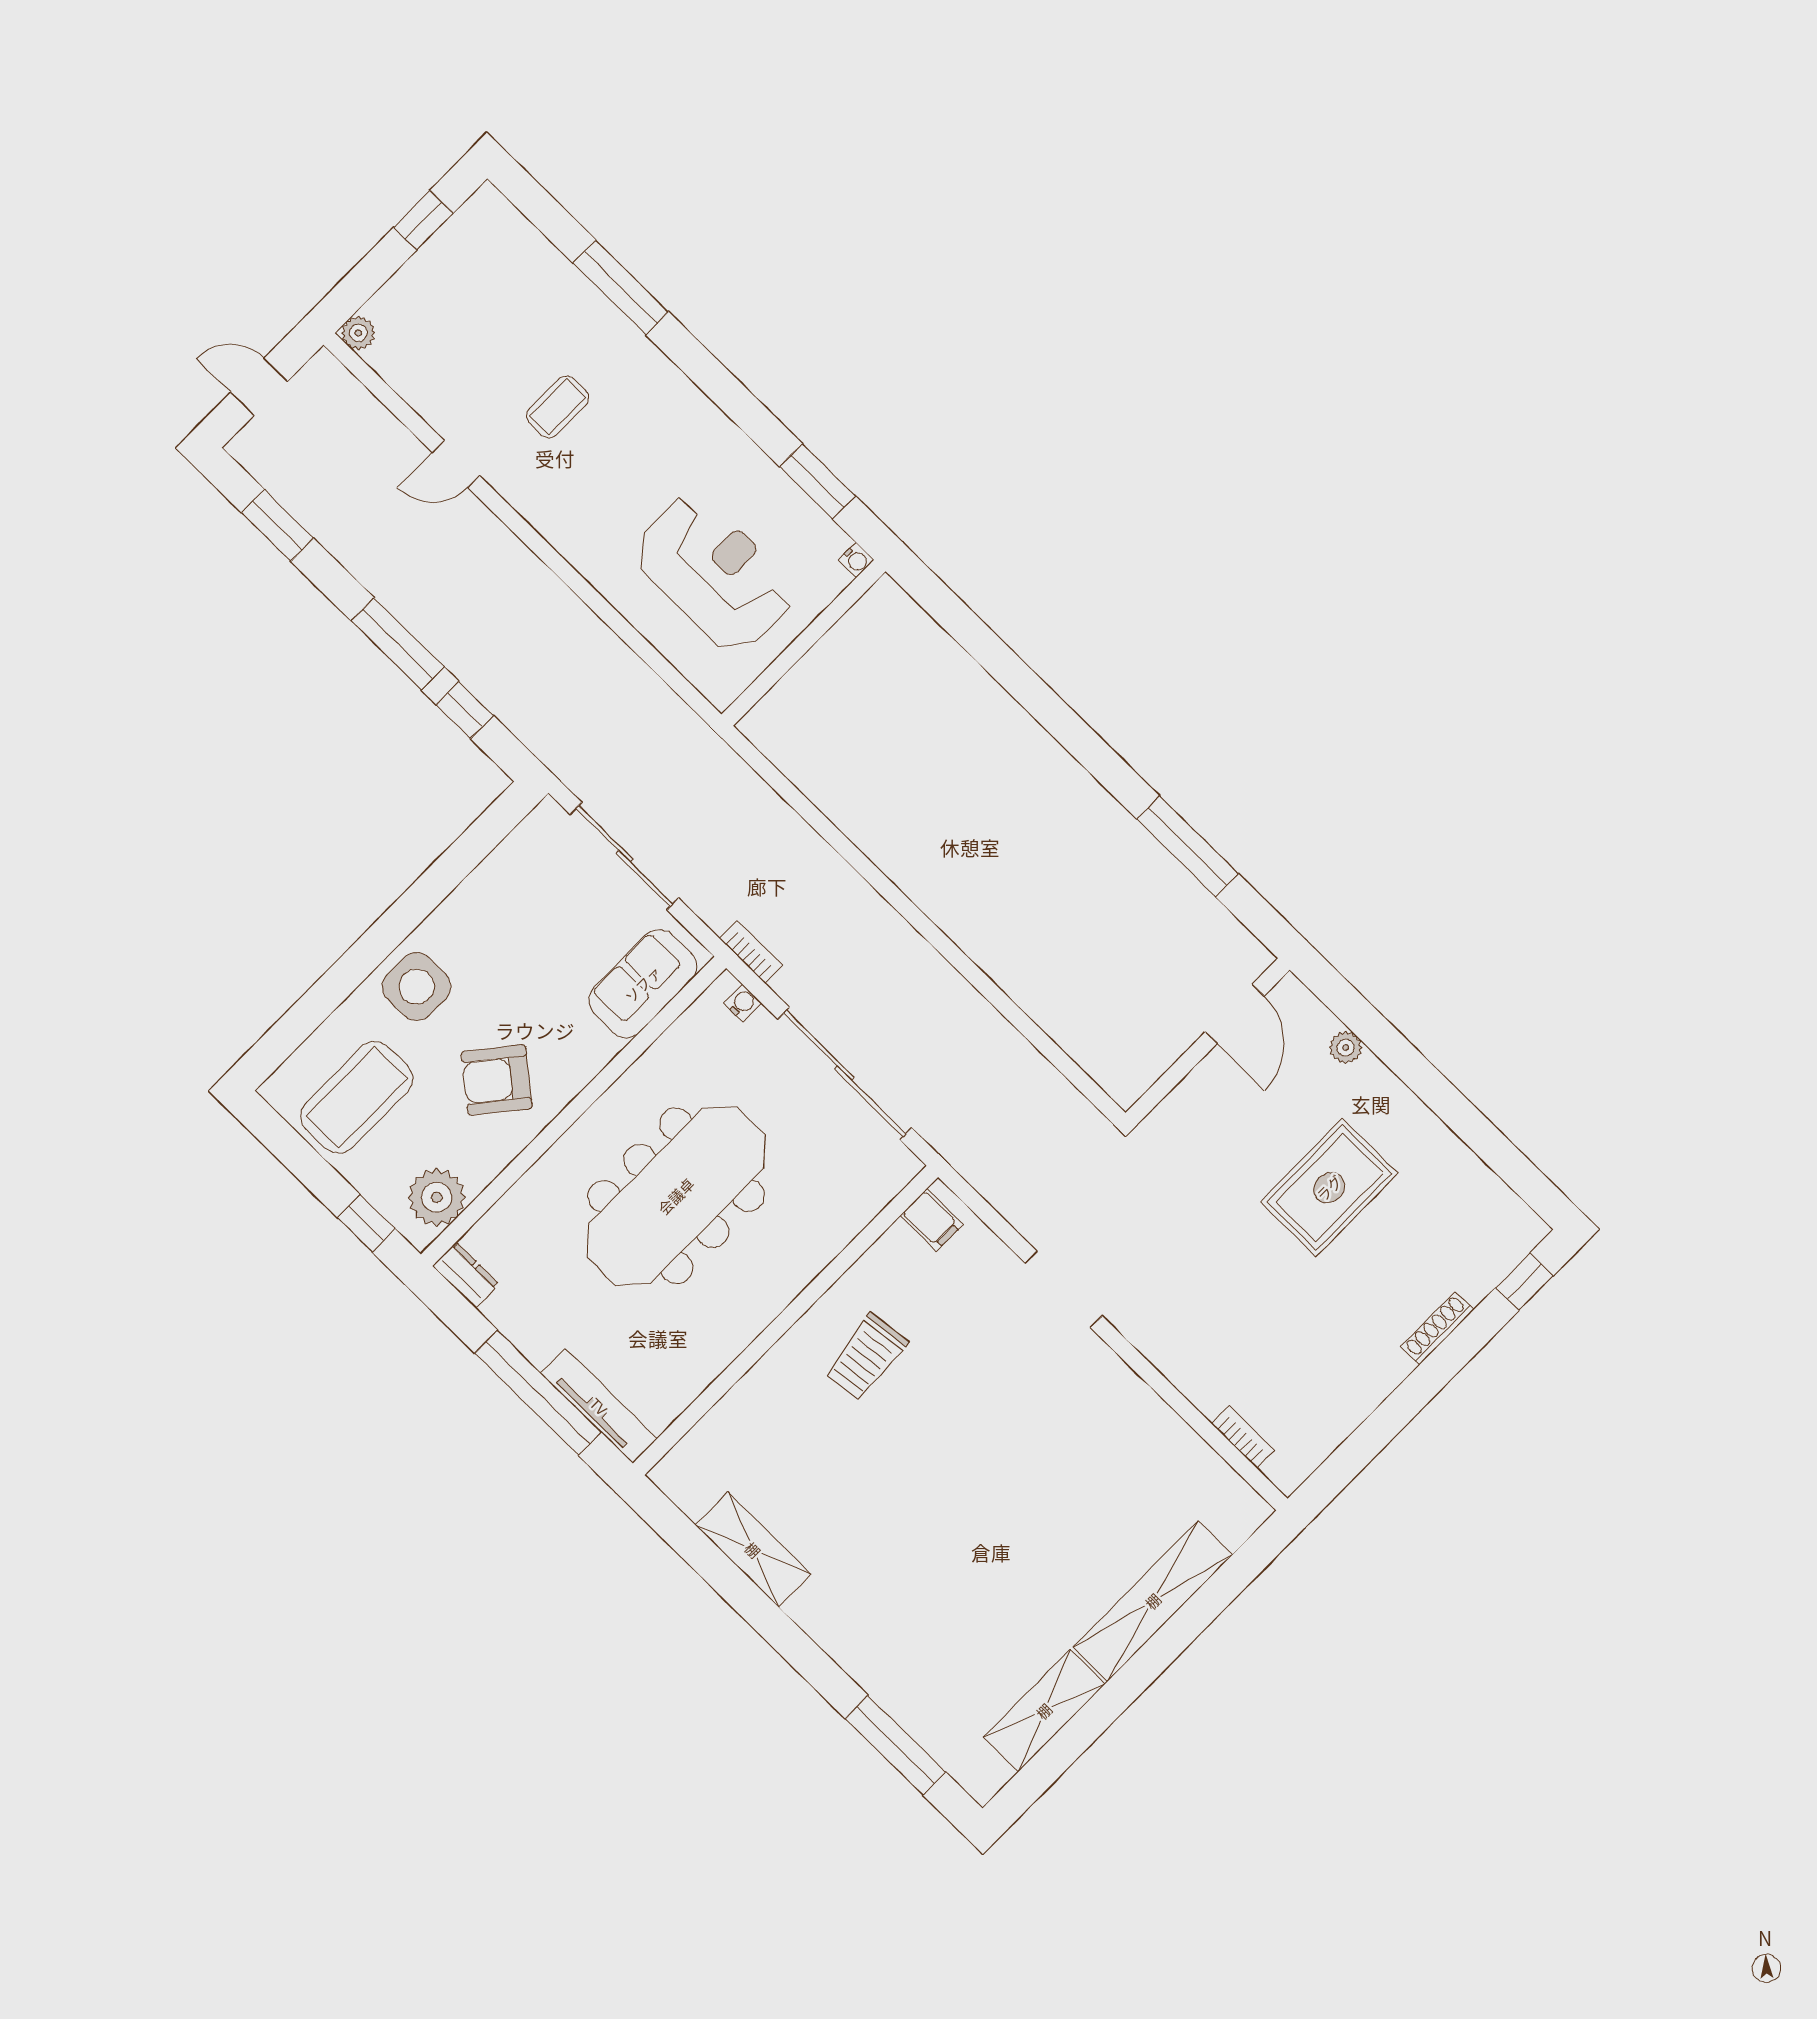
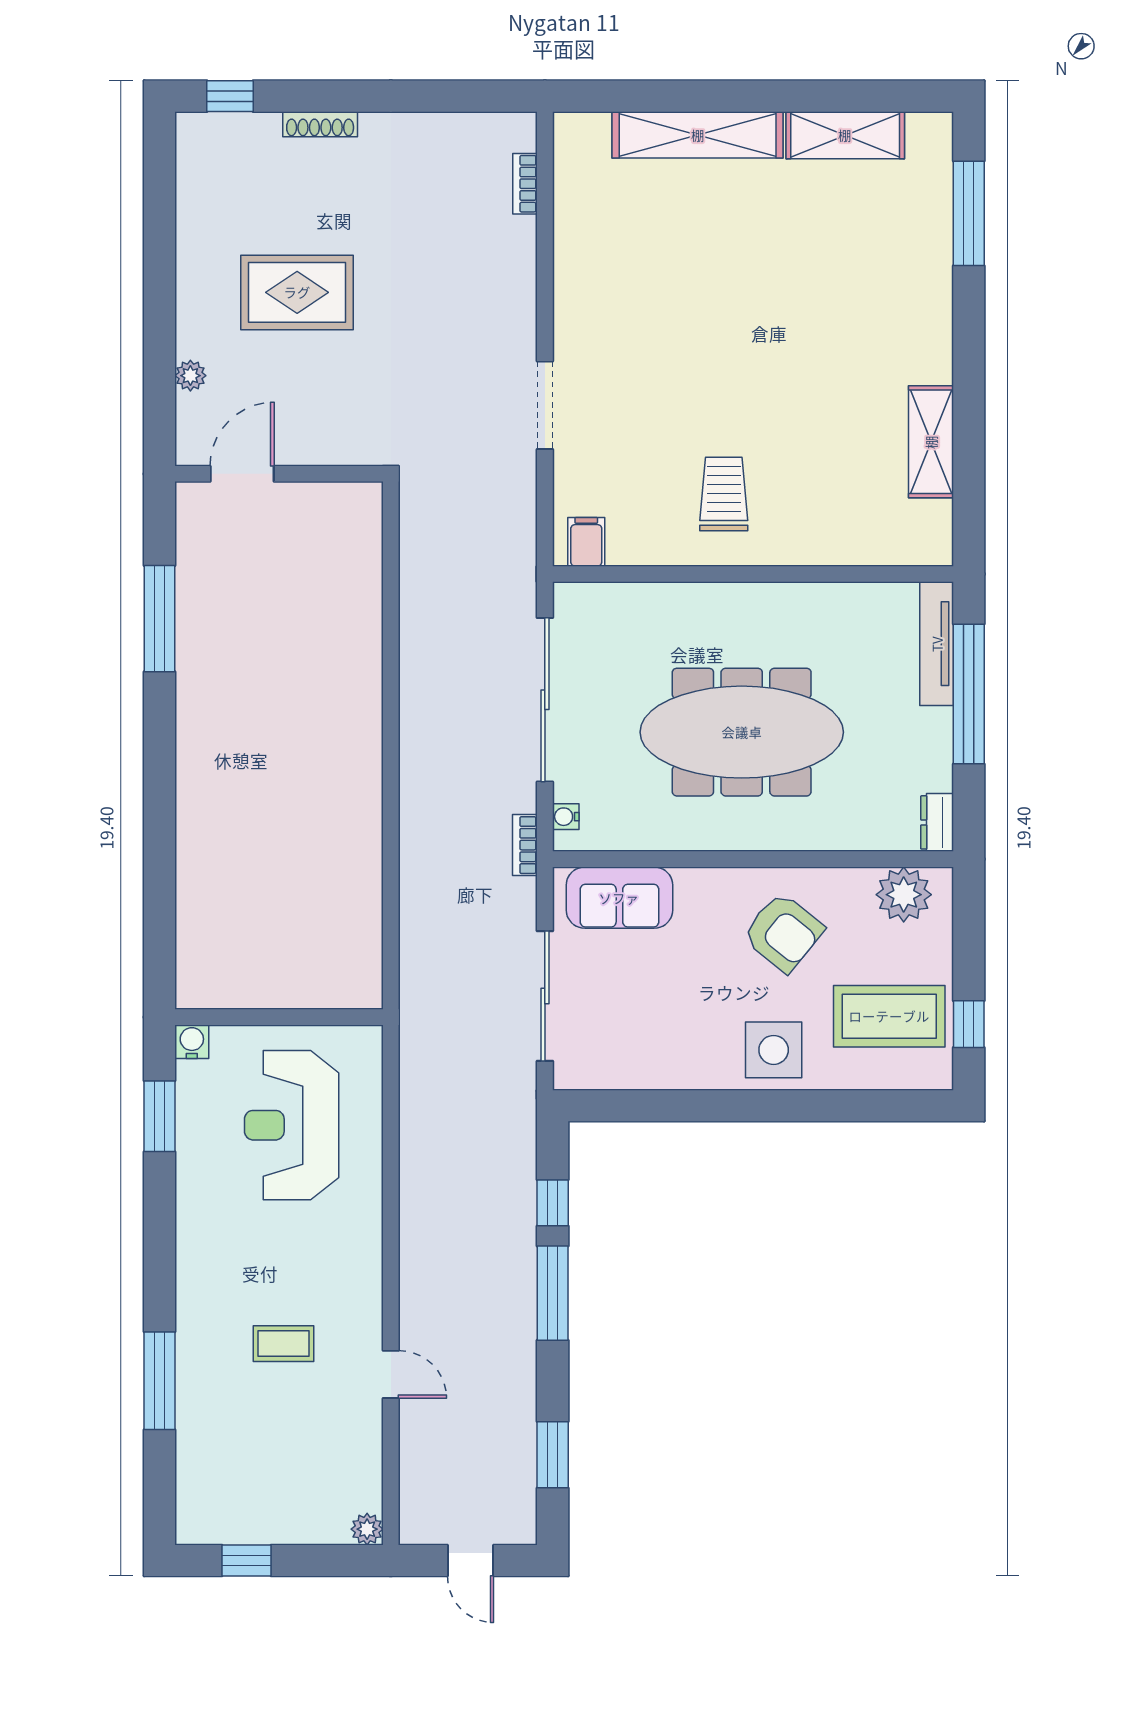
water cooler: (856, 560) -> (192, 1042), width x1.38, depth x1.38
window: (366, 1223) -> (969, 1024), moved
trolley: (866, 1357) -> (724, 494), turned -83

